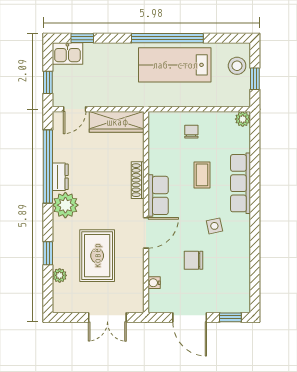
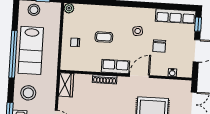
stool: (110, 65) -> (28, 93), added
wardrobe: (117, 122) -> (66, 85), width x0.67
row of seats: (241, 183) -> (176, 16), moved
door: (146, 233) -> (139, 76), hinge flipped

